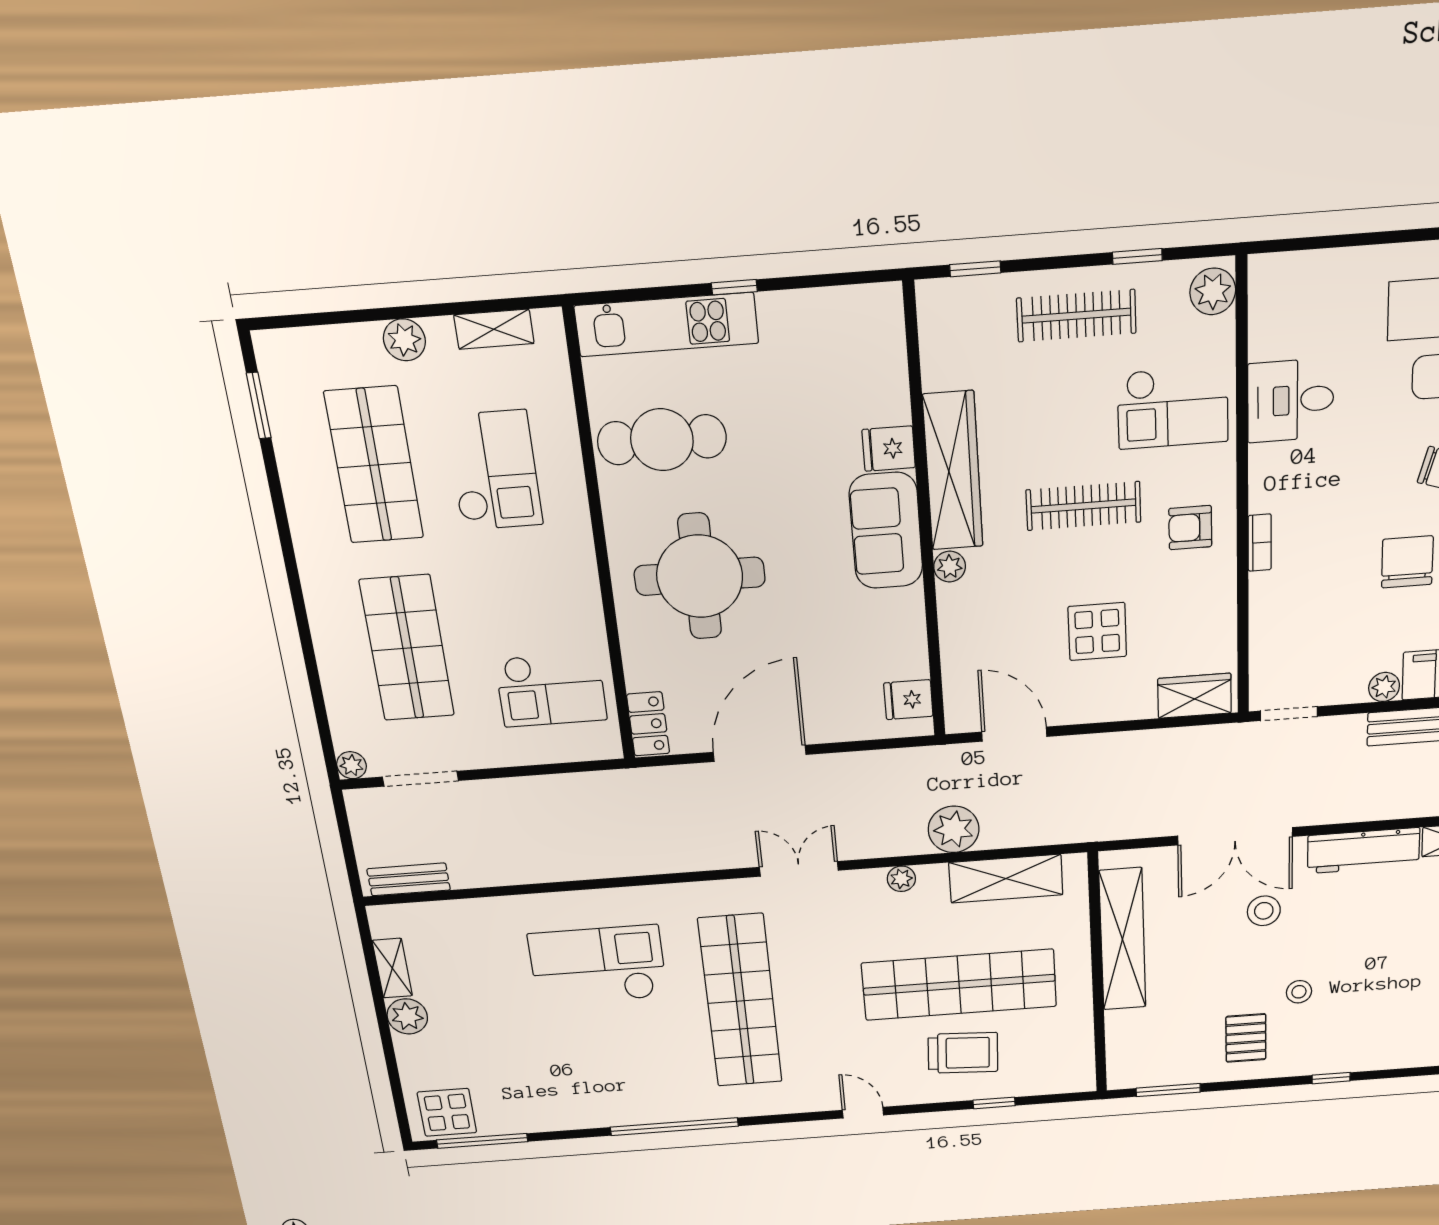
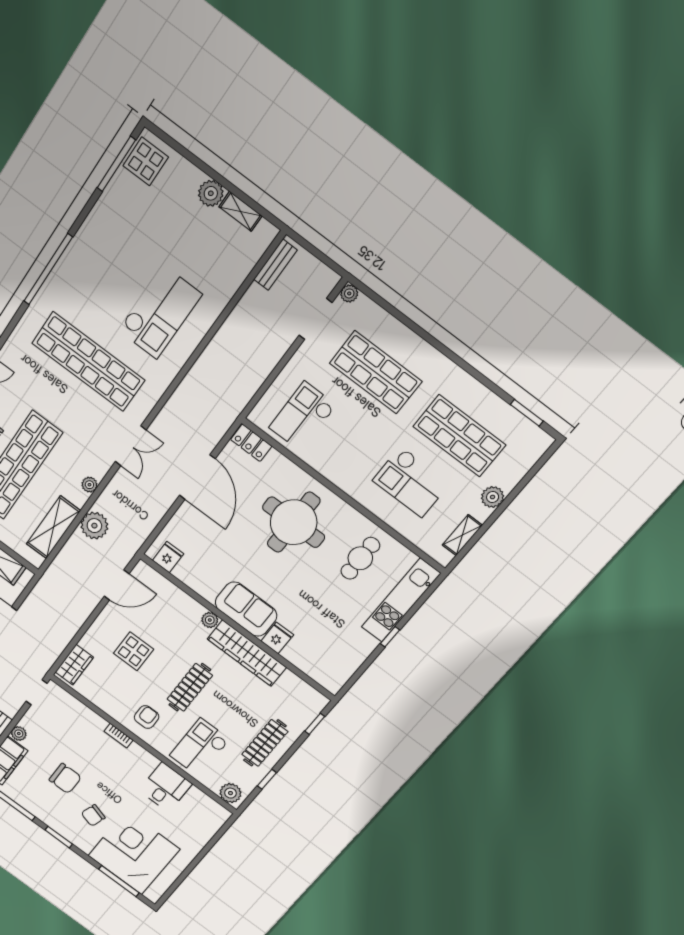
cafe table: (662, 440) -> (360, 558), width x0.73, depth x0.74

